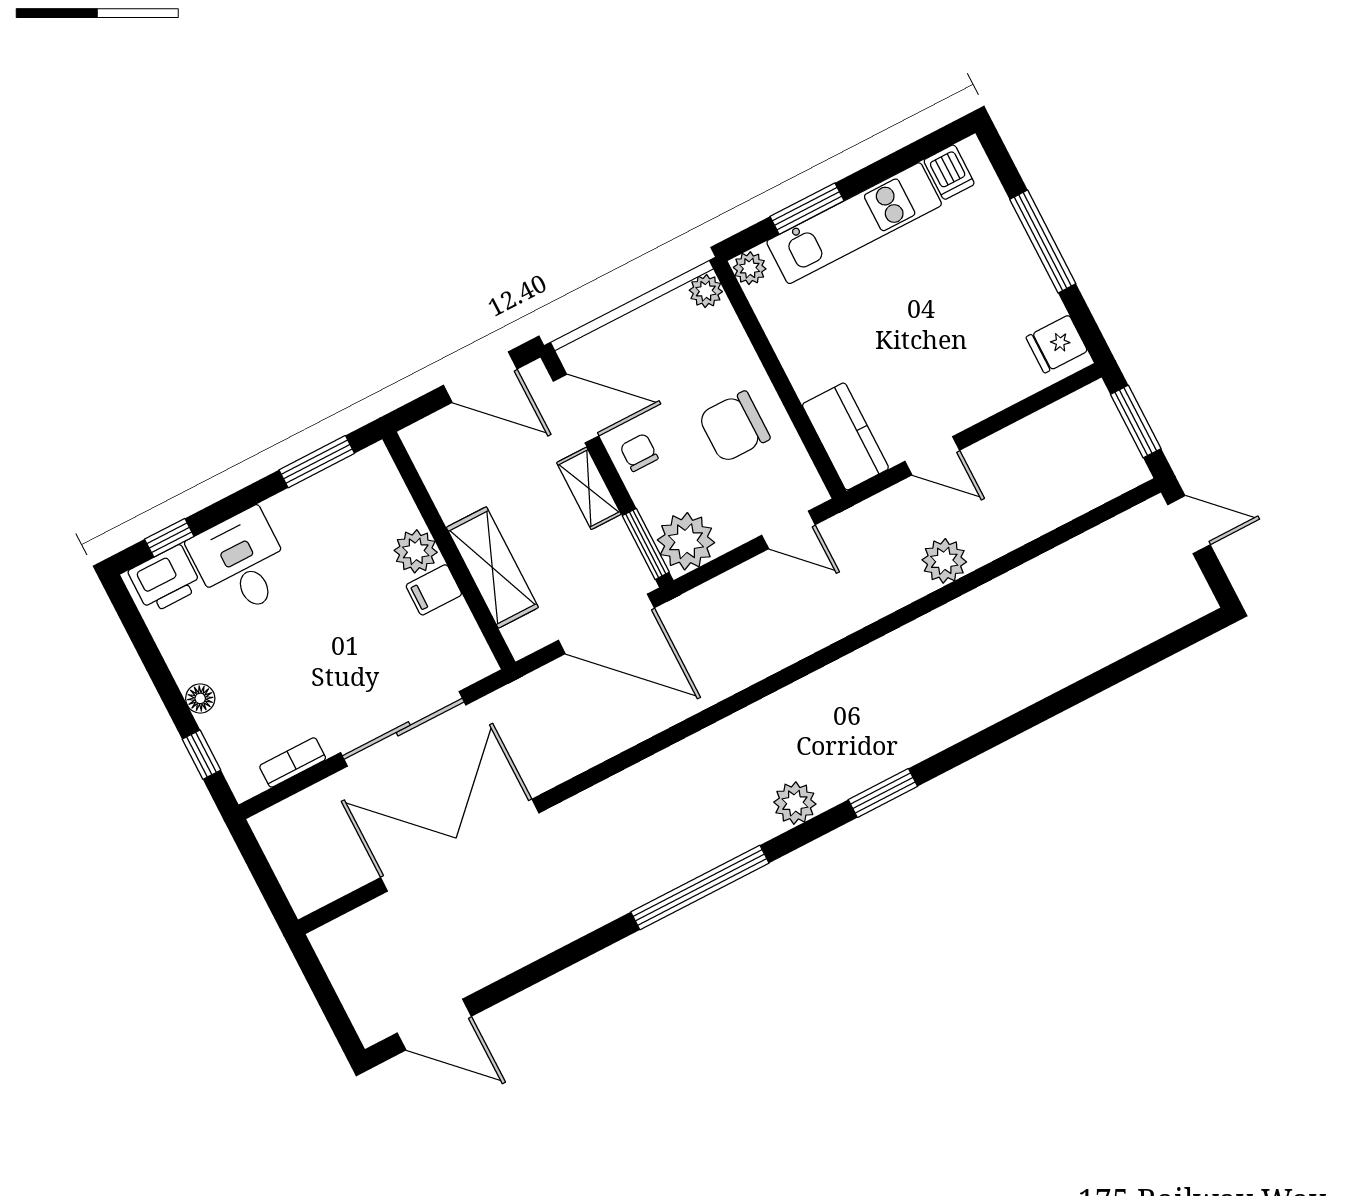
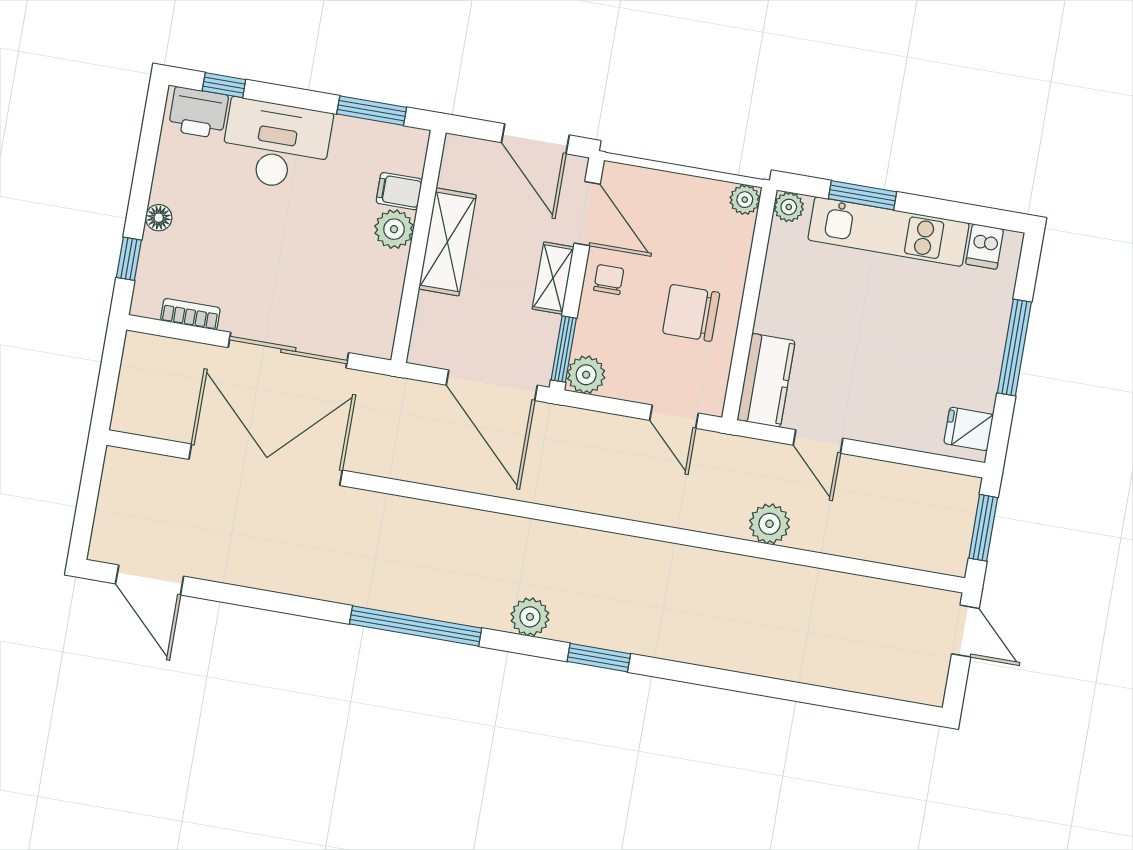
plant: (686, 541) -> (586, 375), width x0.73, depth x0.73
desk: (241, 563) -> (276, 145), width x1.37
shelving: (492, 567) -> (447, 242), moved
filing cabinet: (434, 590) -> (399, 191), moved

